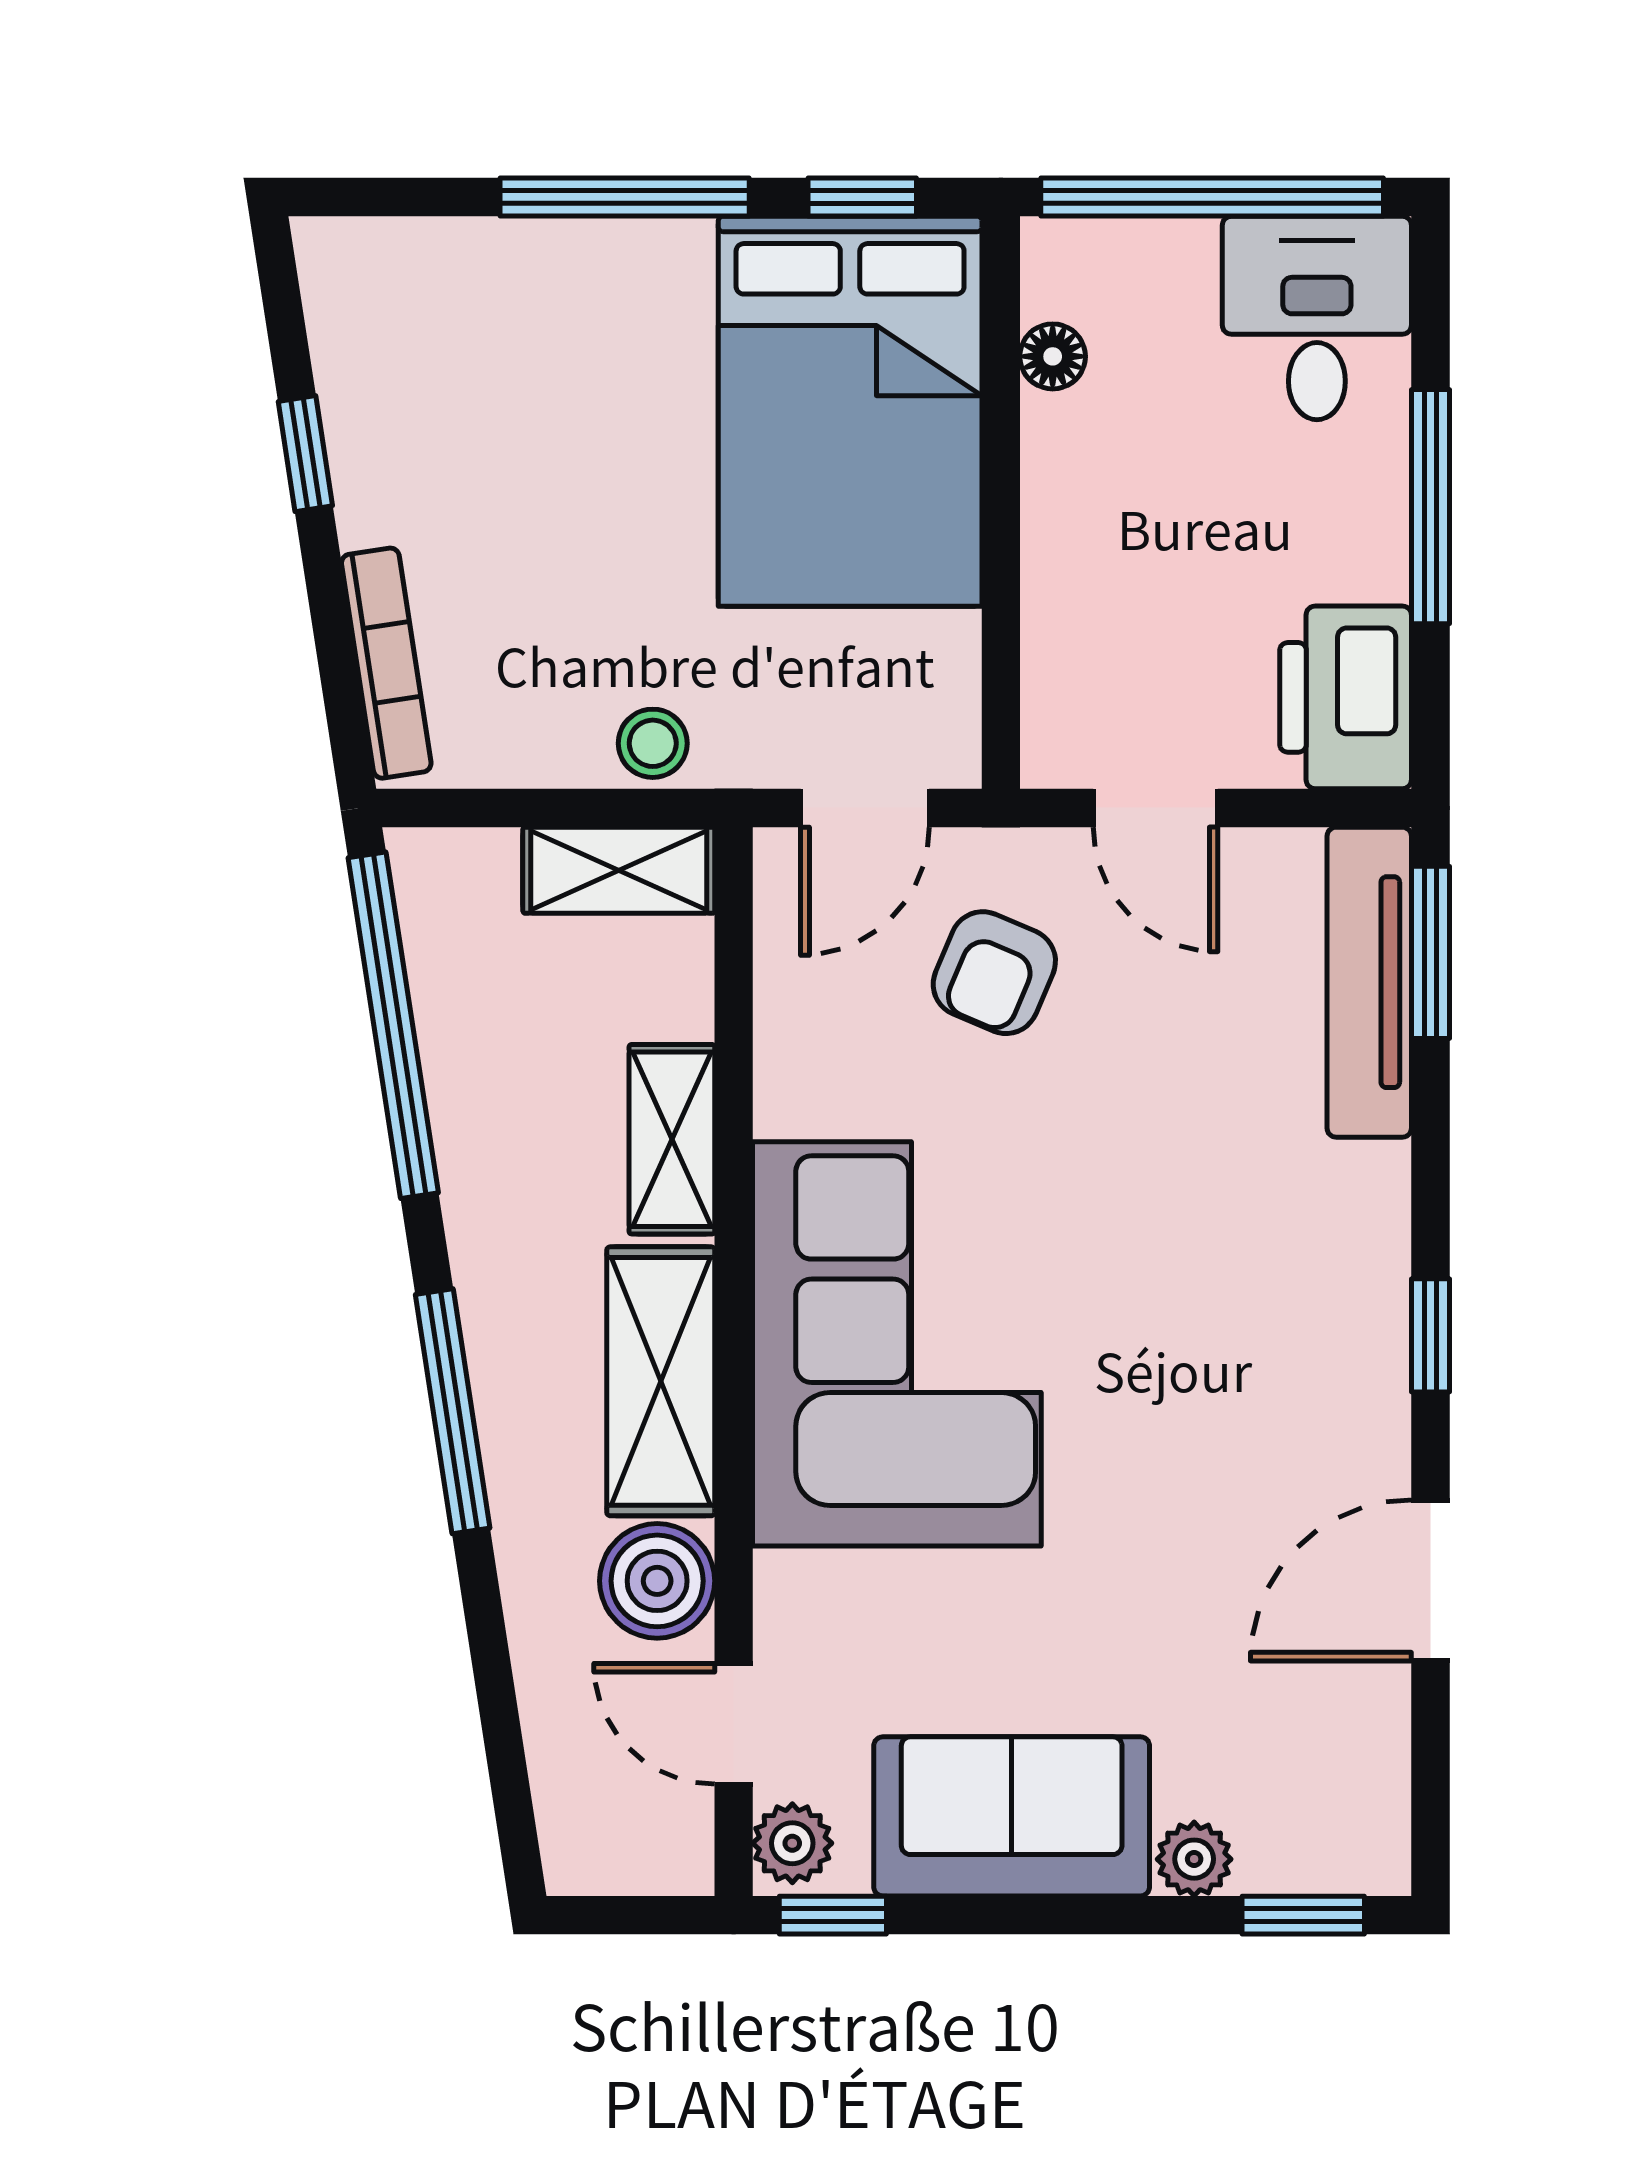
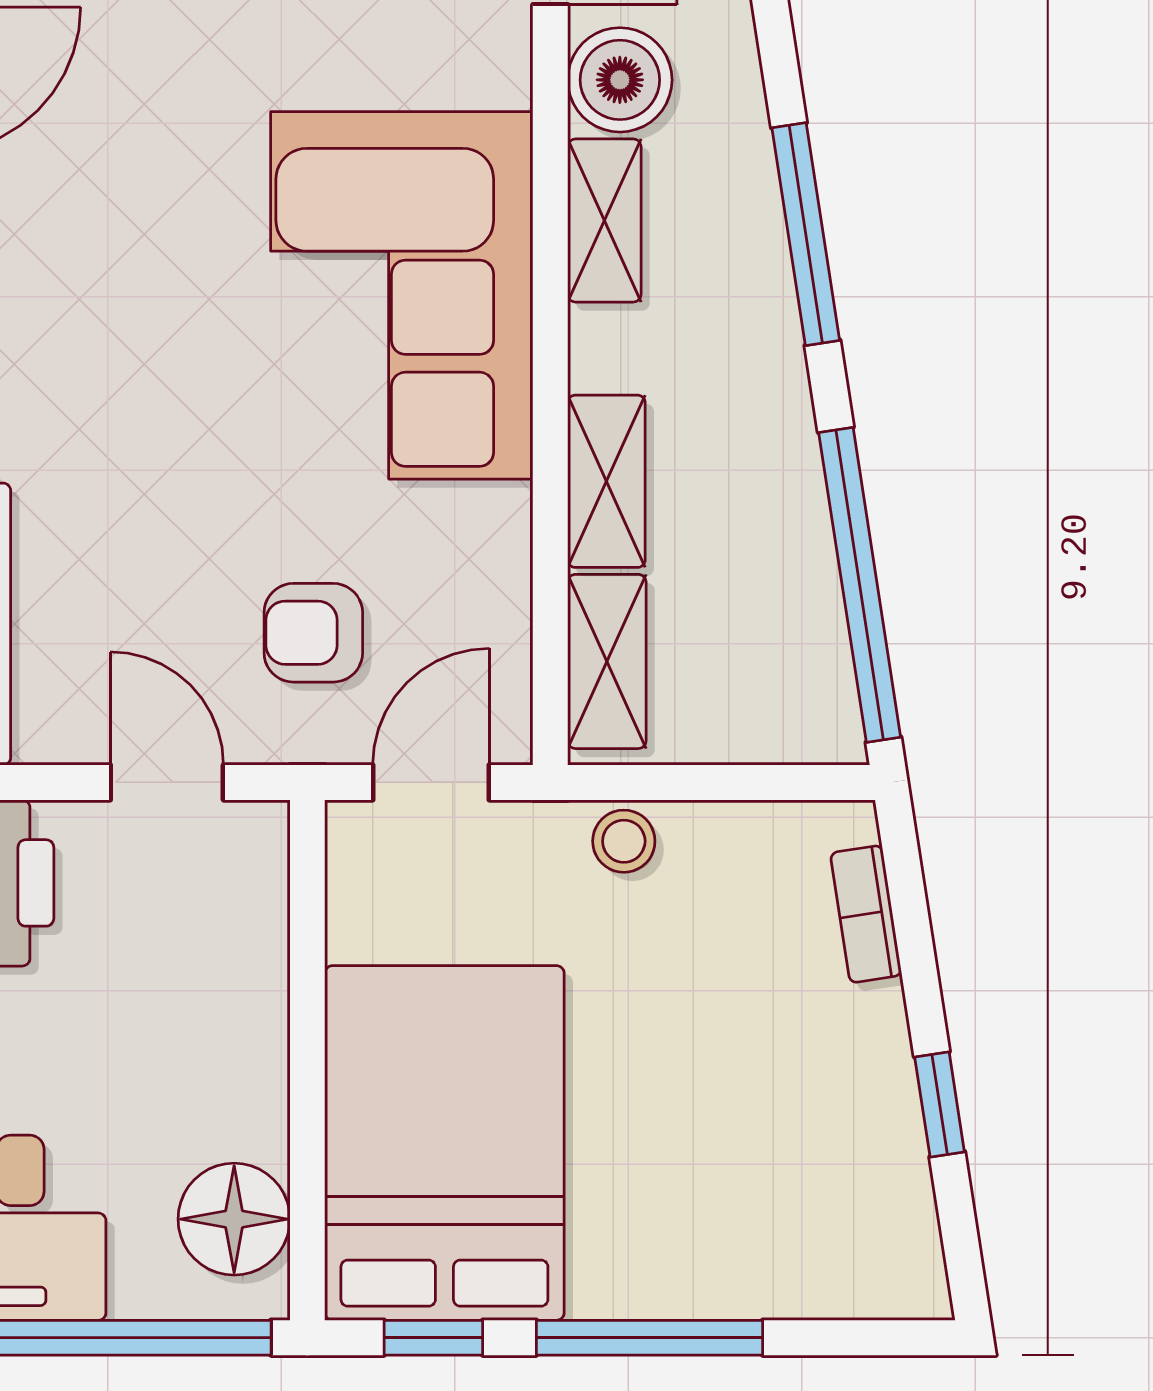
floor lamp: (1053, 356) -> (234, 1219), width x1.89, depth x1.89
bookcase: (386, 663) -> (866, 914), width x0.64
shelving: (619, 870) -> (607, 661), moved, turned 90
armchair: (994, 973) -> (313, 633), turned -113
shelving: (661, 1381) -> (604, 221), width x0.67, depth x0.75

